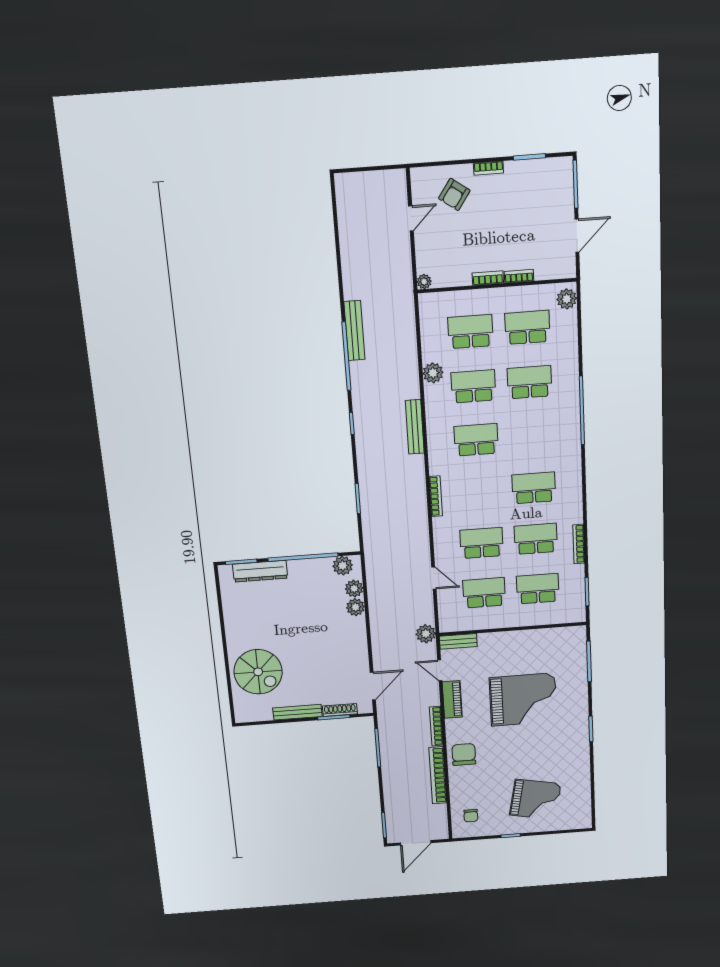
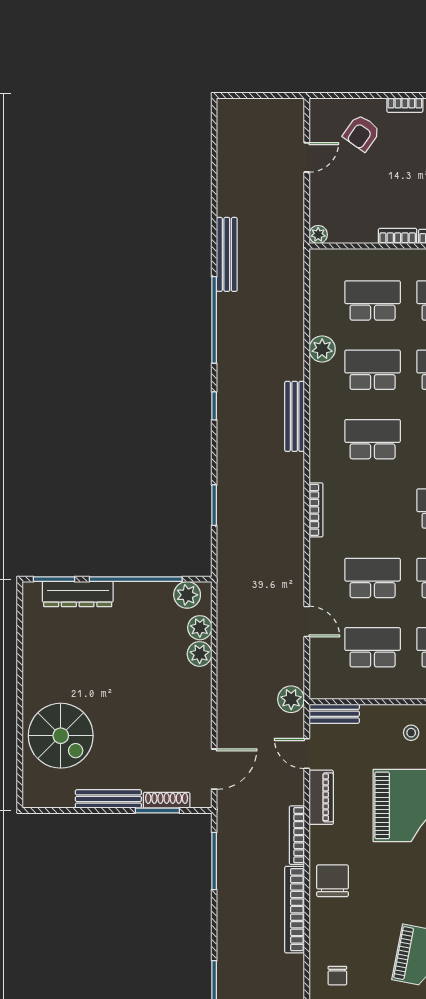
bench: (354, 331) -> (227, 254), moved
stool: (516, 650) -> (411, 733), added

